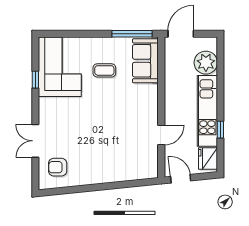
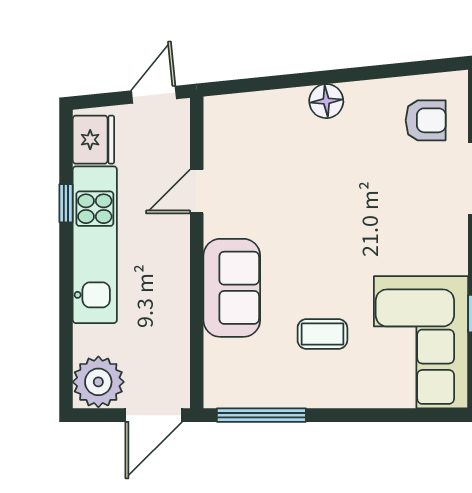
sofa: (145, 61) -> (232, 288), moved
plant: (206, 63) -> (98, 382), moved
floor lamp: (103, 176) -> (326, 101), added
door: (181, 179) -> (154, 95), swing flipped

